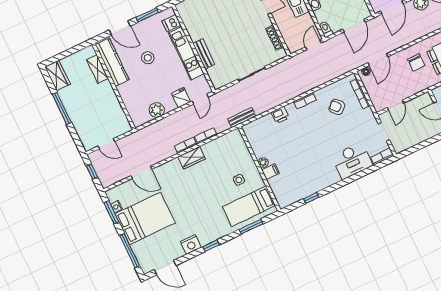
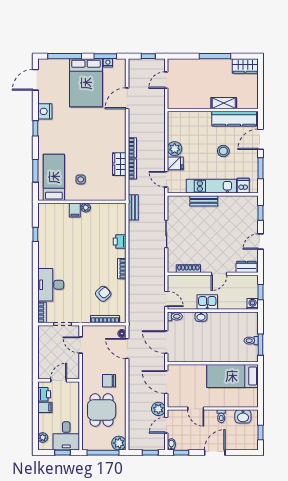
shelving: (98, 69) -> (224, 103), moved
plant: (157, 110) -> (175, 149), moved
wardrobe: (192, 158) -> (119, 164), moved

